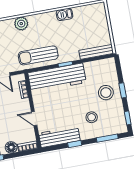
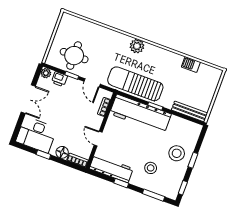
barbecue: (65, 14) -> (191, 65), moved
sun lounger: (38, 55) -> (135, 84), width x1.36, depth x1.34

